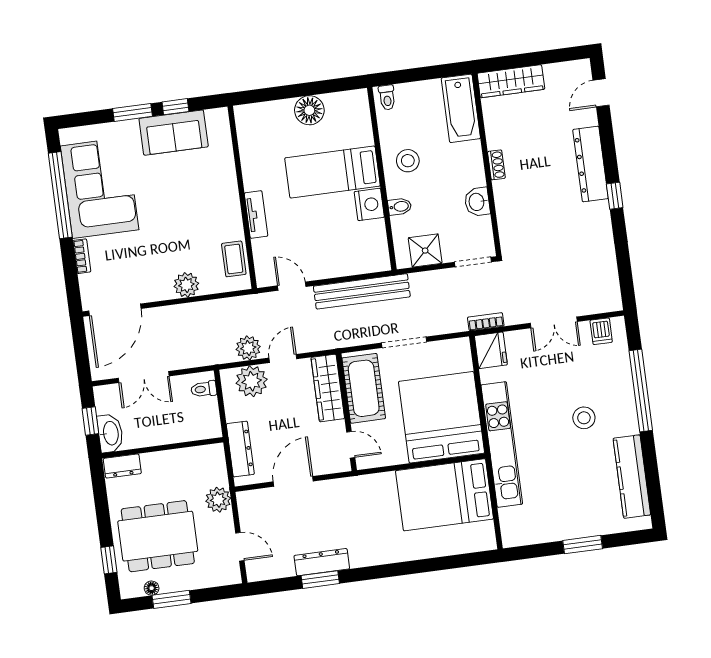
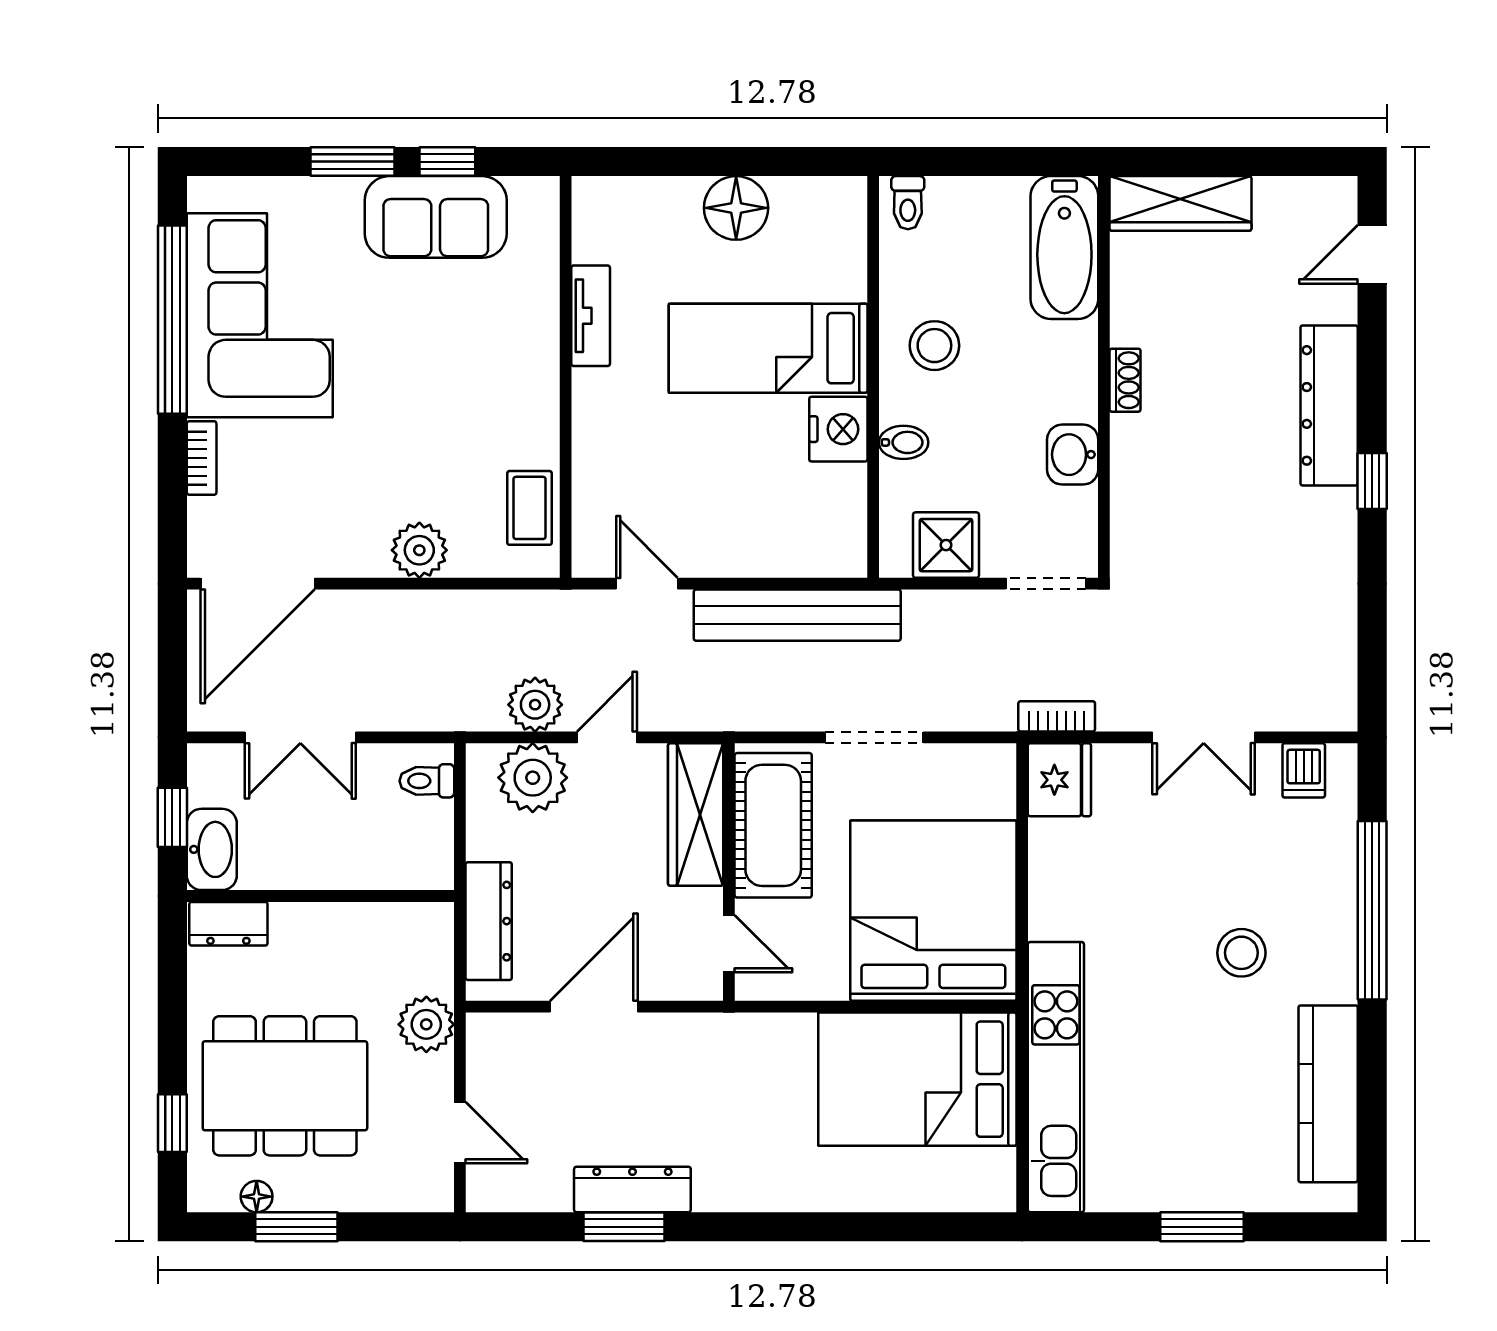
tv unit: (256, 215) -> (591, 316), moved
kitchen unit: (502, 445) -> (1056, 1077), moved

